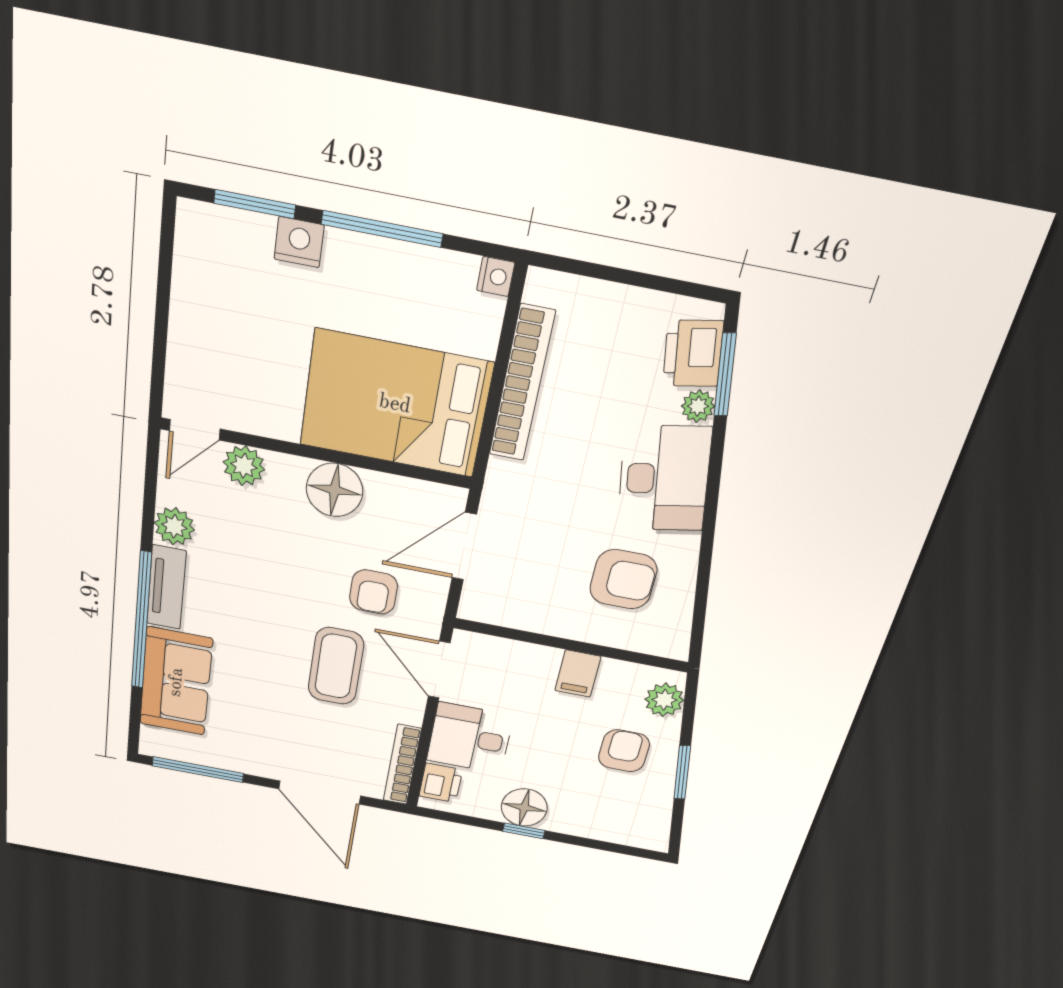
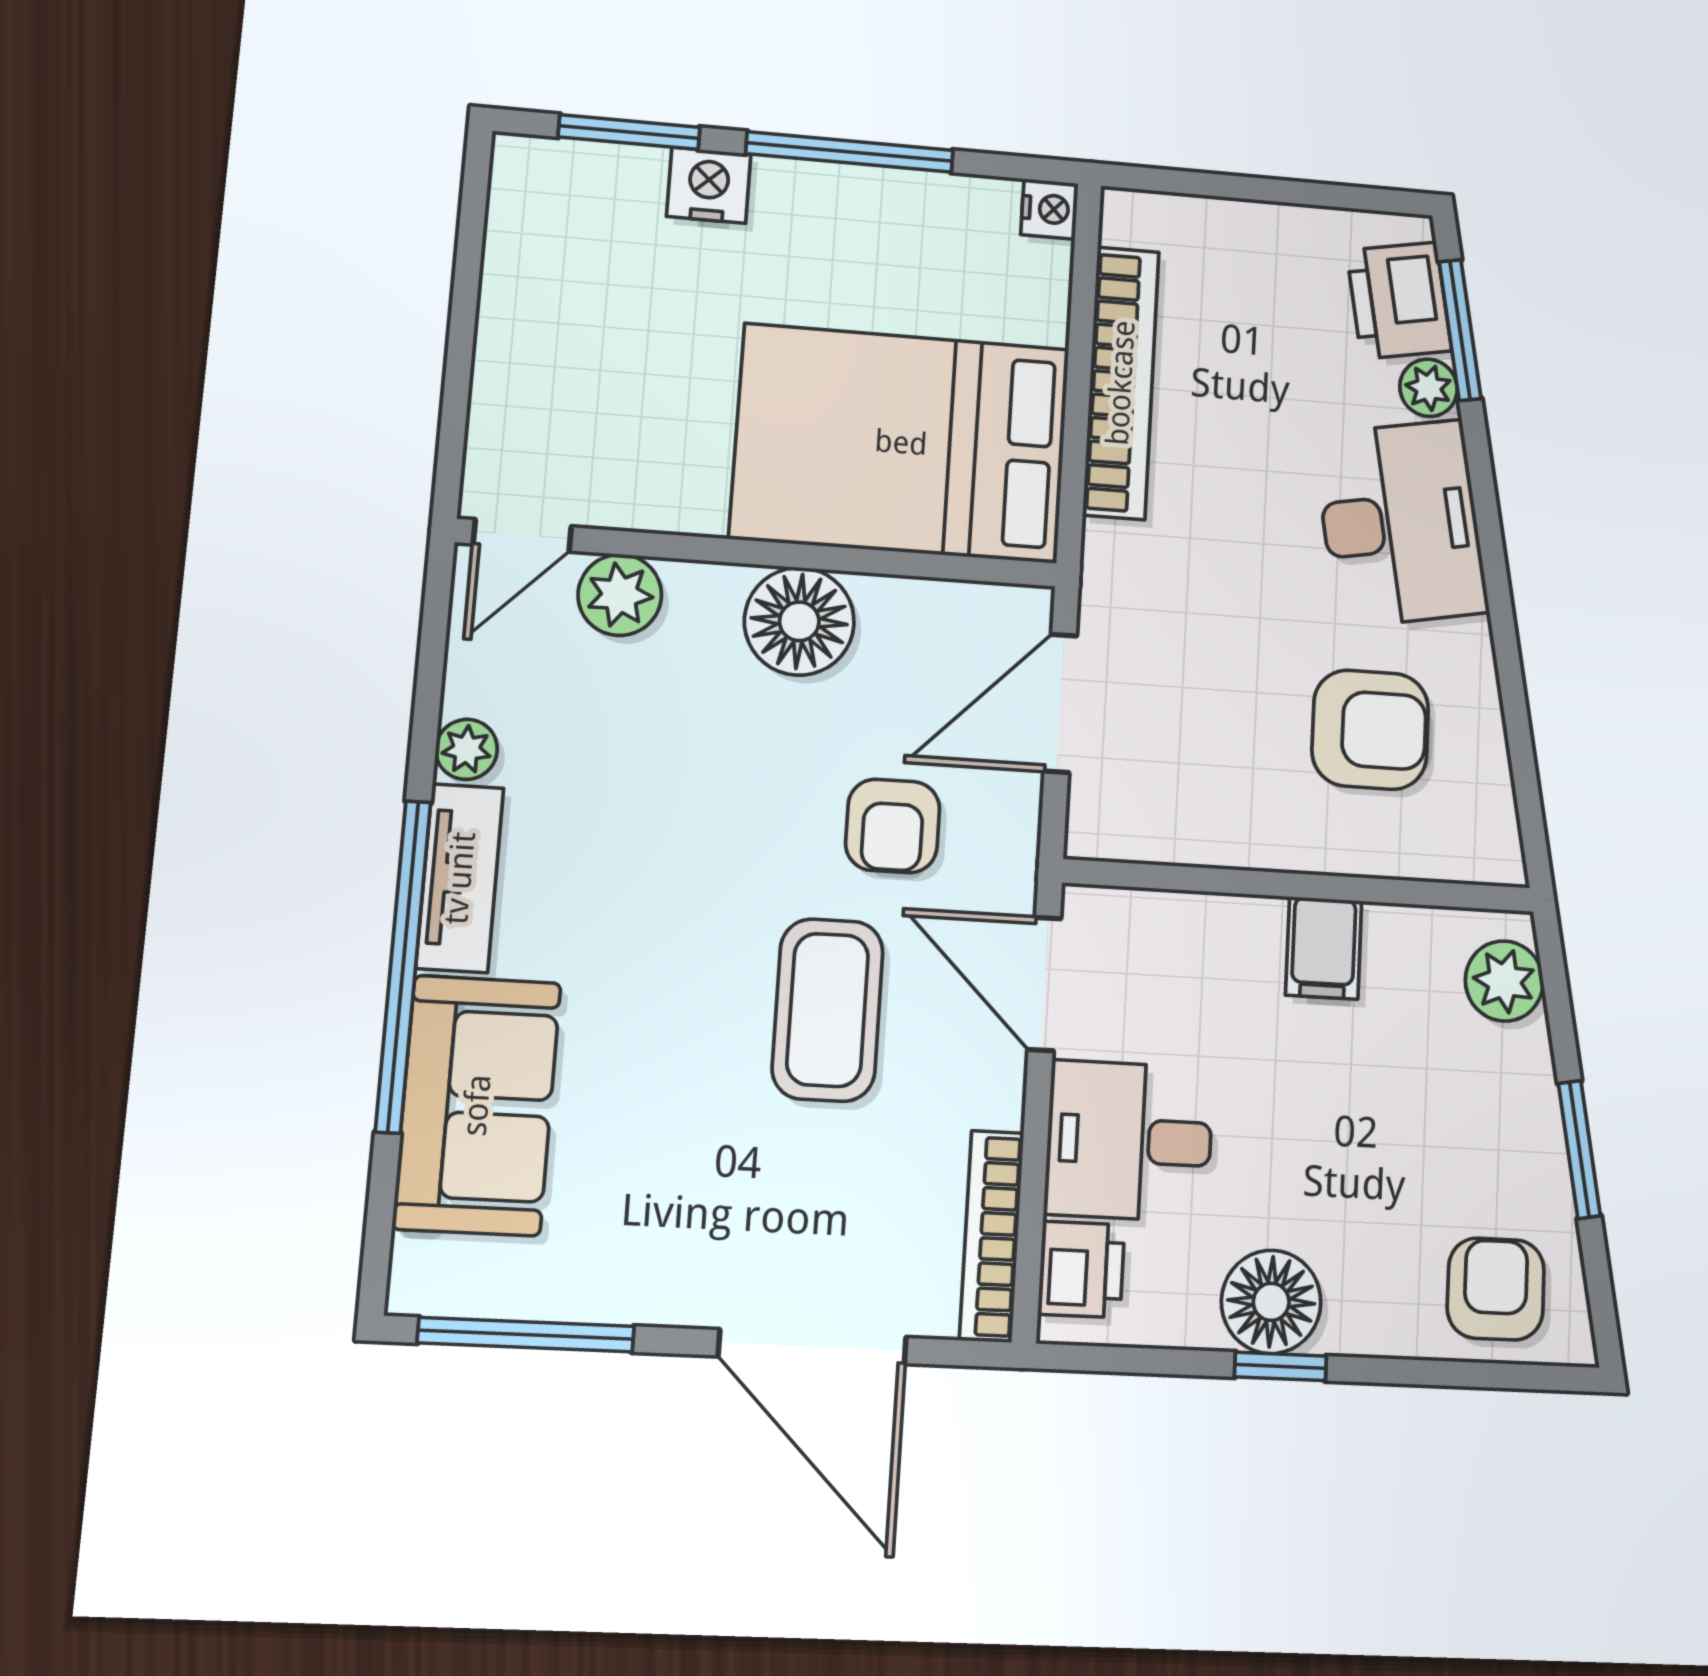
plant: (174, 526) -> (466, 749), width x0.73, depth x0.73
armchair: (624, 751) -> (1496, 1289), moved

